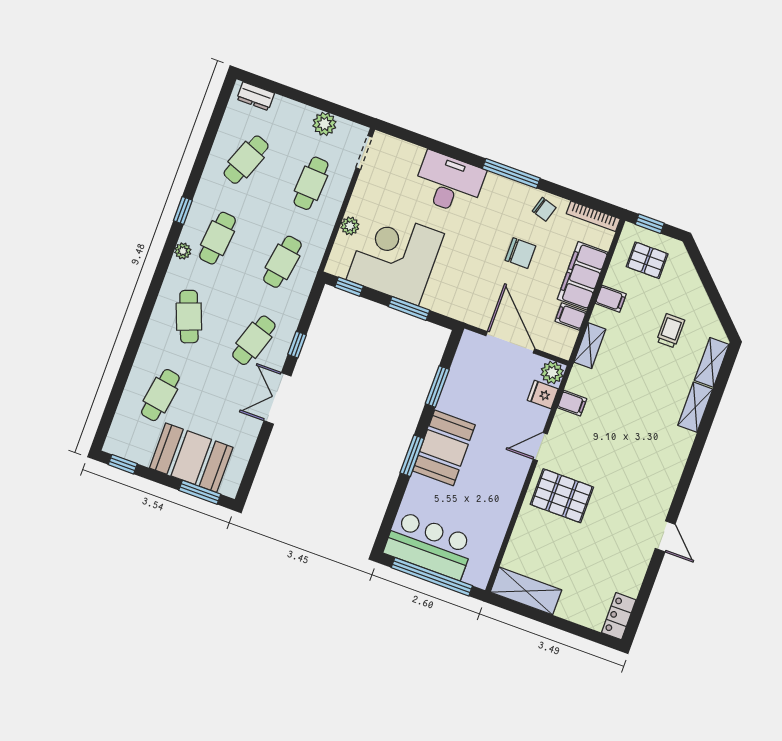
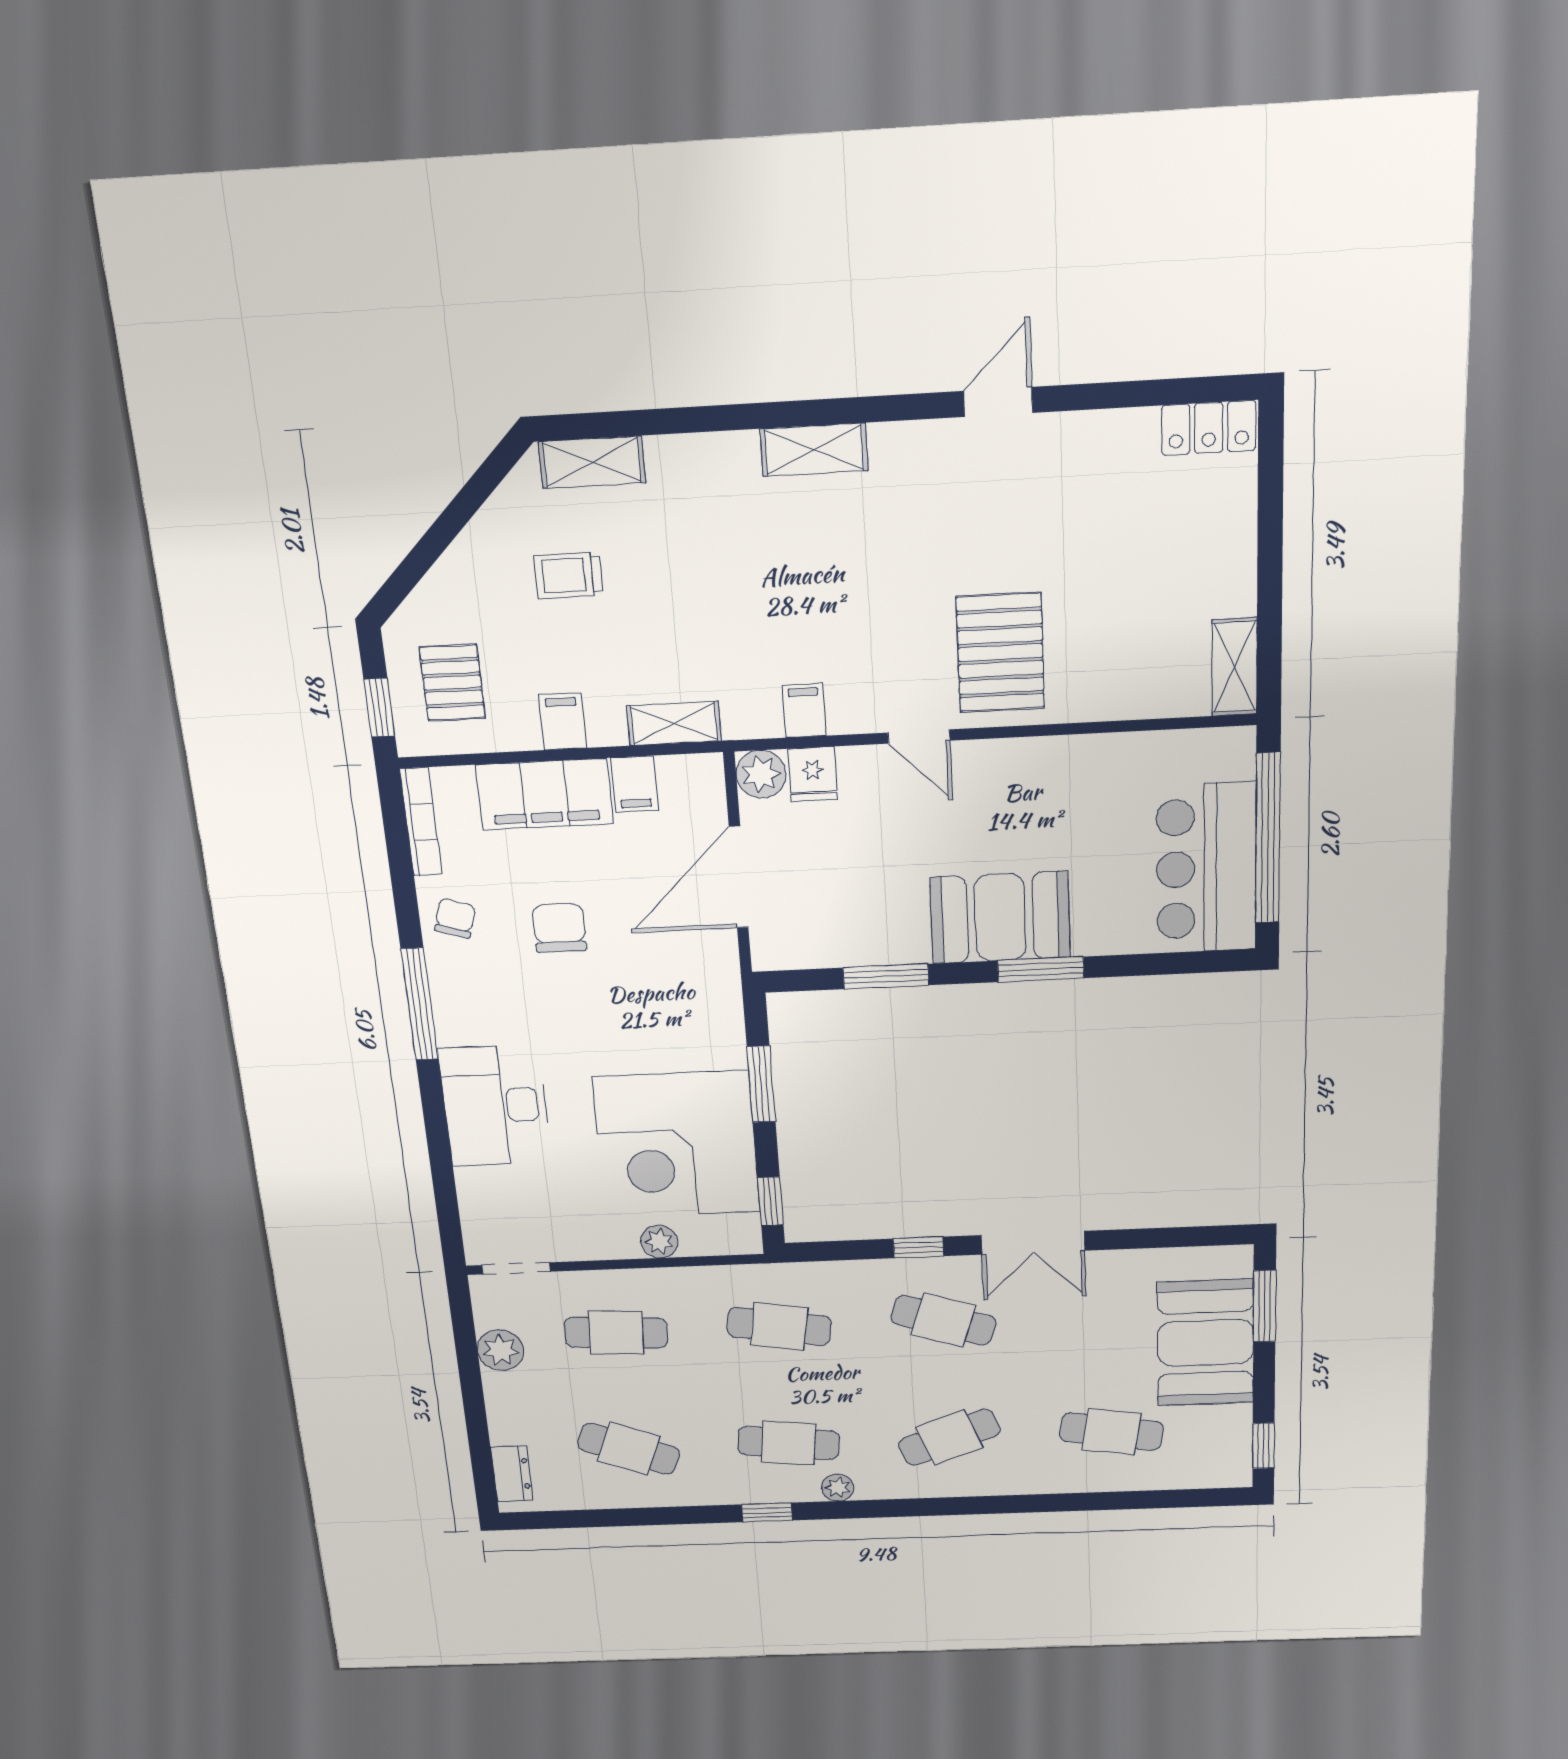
shelving: (695, 407) -> (814, 450), moved
shelving: (526, 591) -> (1235, 667), width x0.67, depth x0.75

